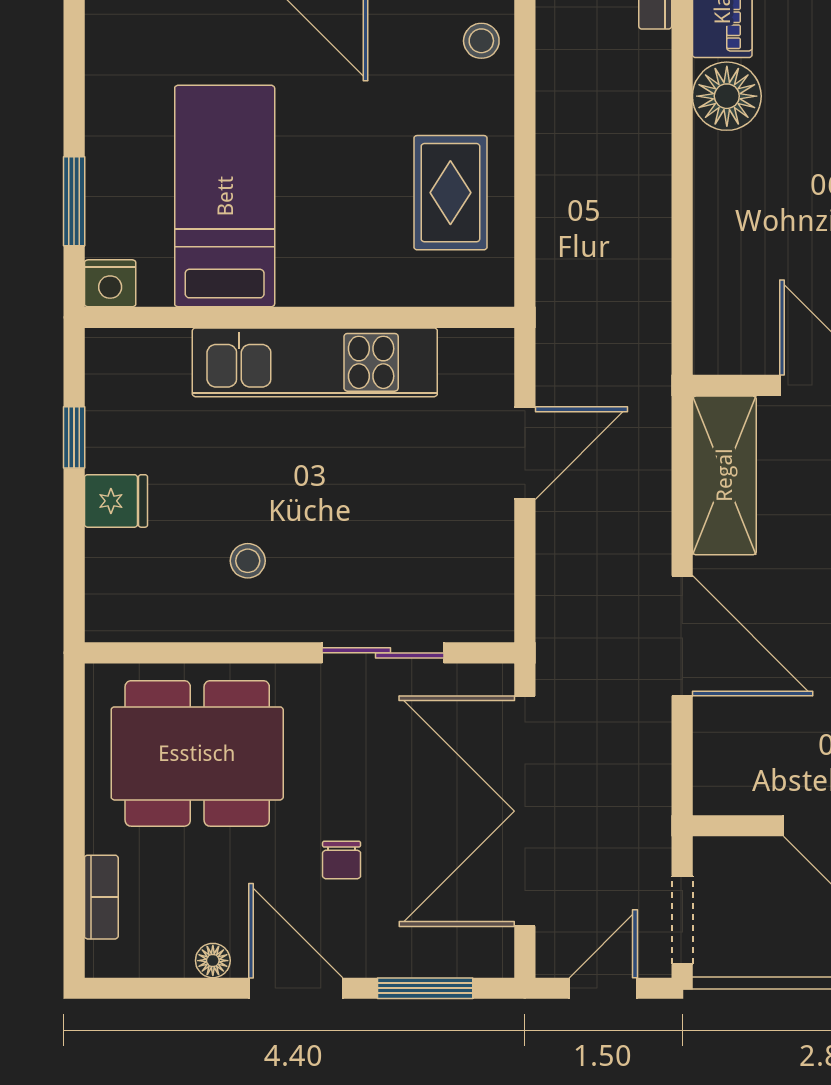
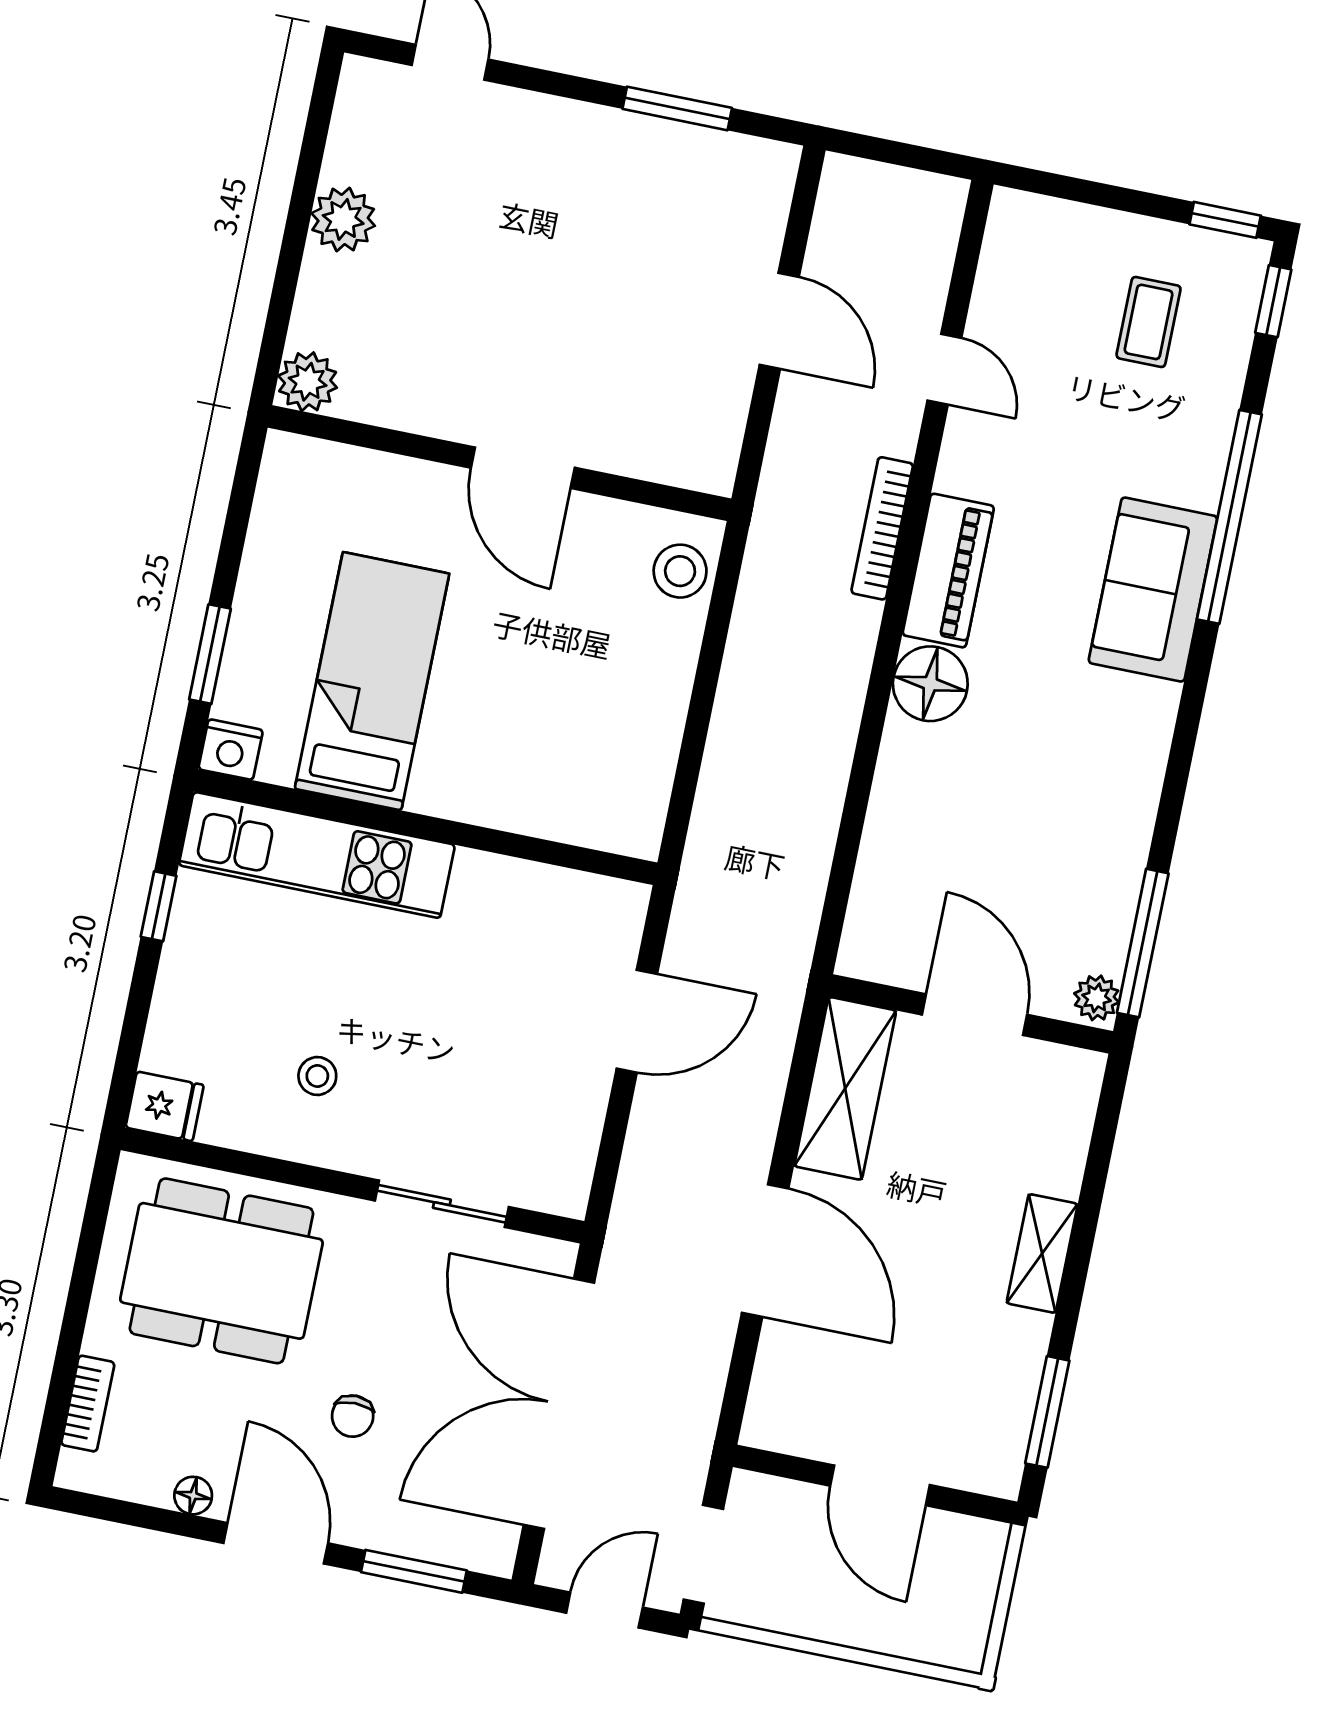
stool: (481, 41) -> (680, 571), width x1.37, depth x1.37
rug: (450, 193) -> (614, 727), removed
kitchen unit: (315, 362) -> (317, 855), moved
fridge: (116, 501) -> (165, 1106), moved

